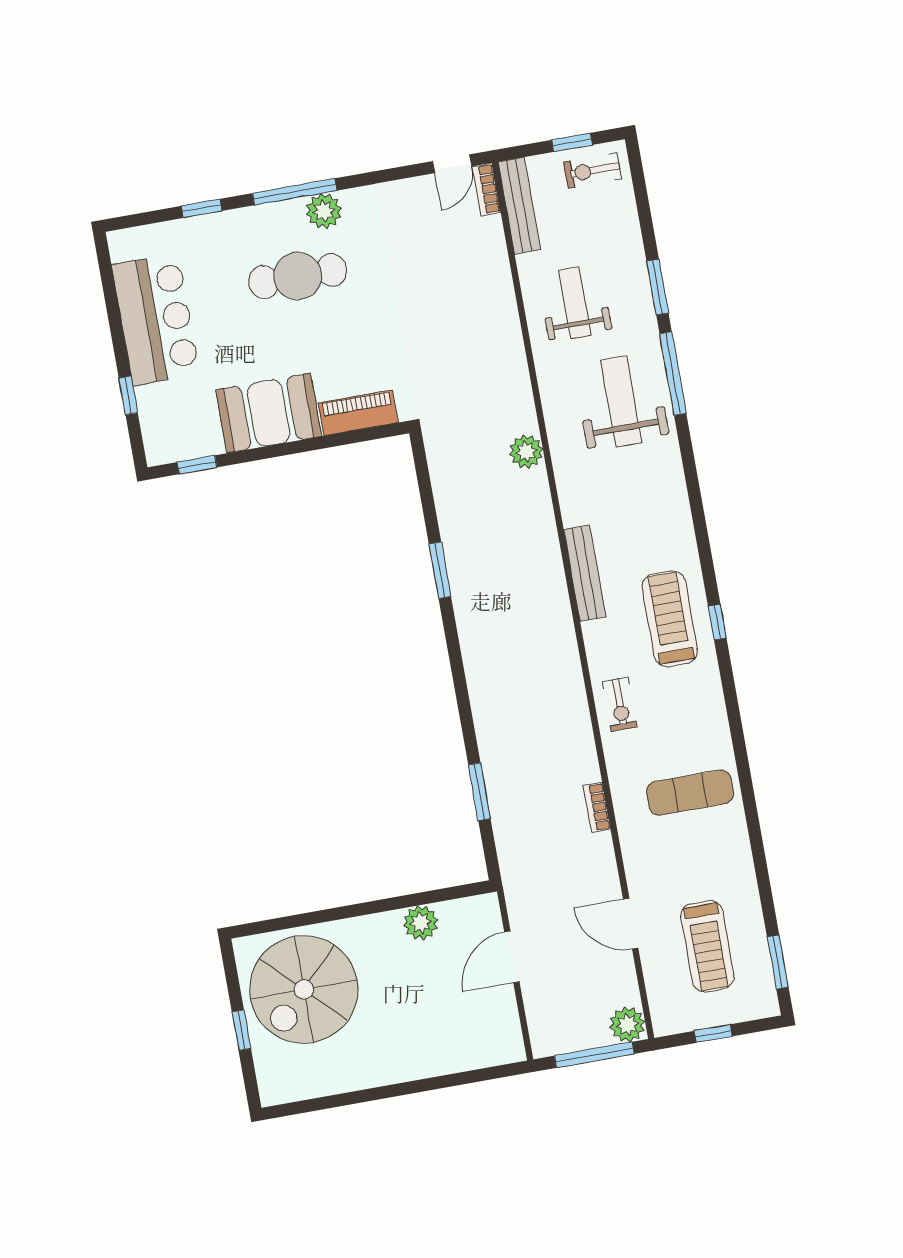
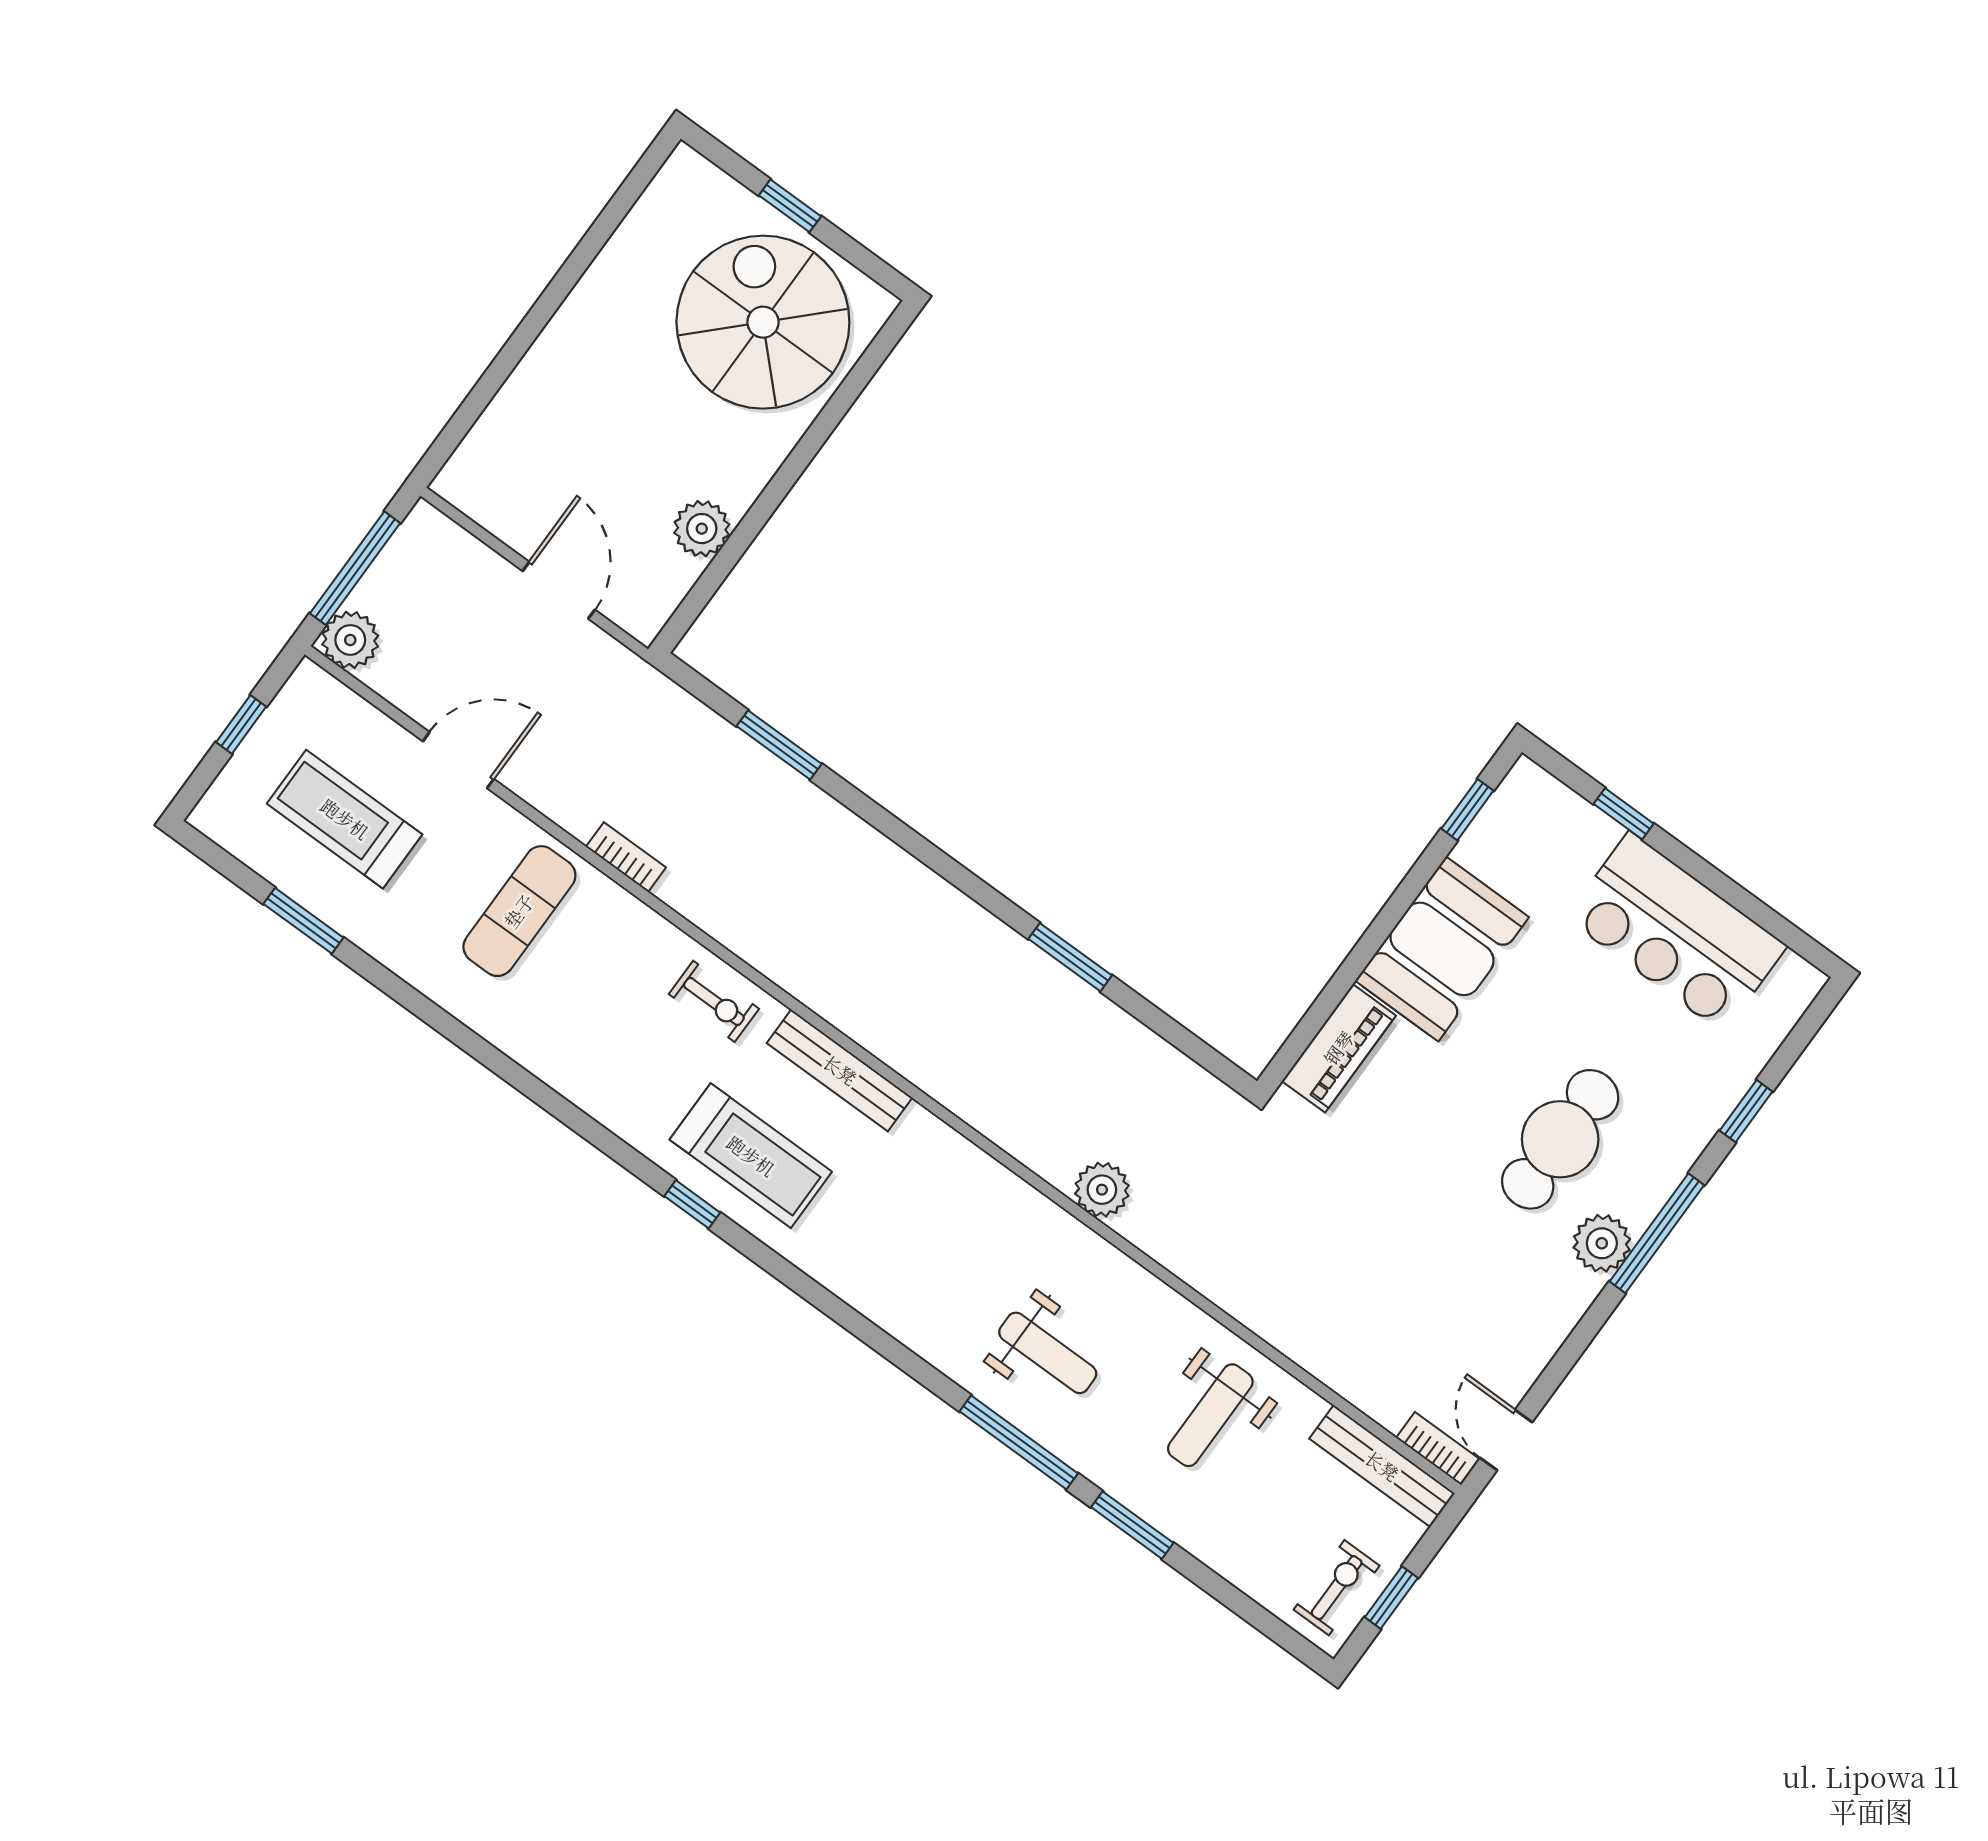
weight bench: (575, 303) -> (1210, 1415), turned 90
weight bench: (621, 401) -> (1048, 1353), width x0.73, depth x0.75
bench: (585, 573) -> (840, 1070), moved
exercise bike: (620, 704) -> (714, 1001), turned 180
exercise mat: (690, 793) -> (519, 911), moved
window: (778, 962) -> (303, 921), moved

